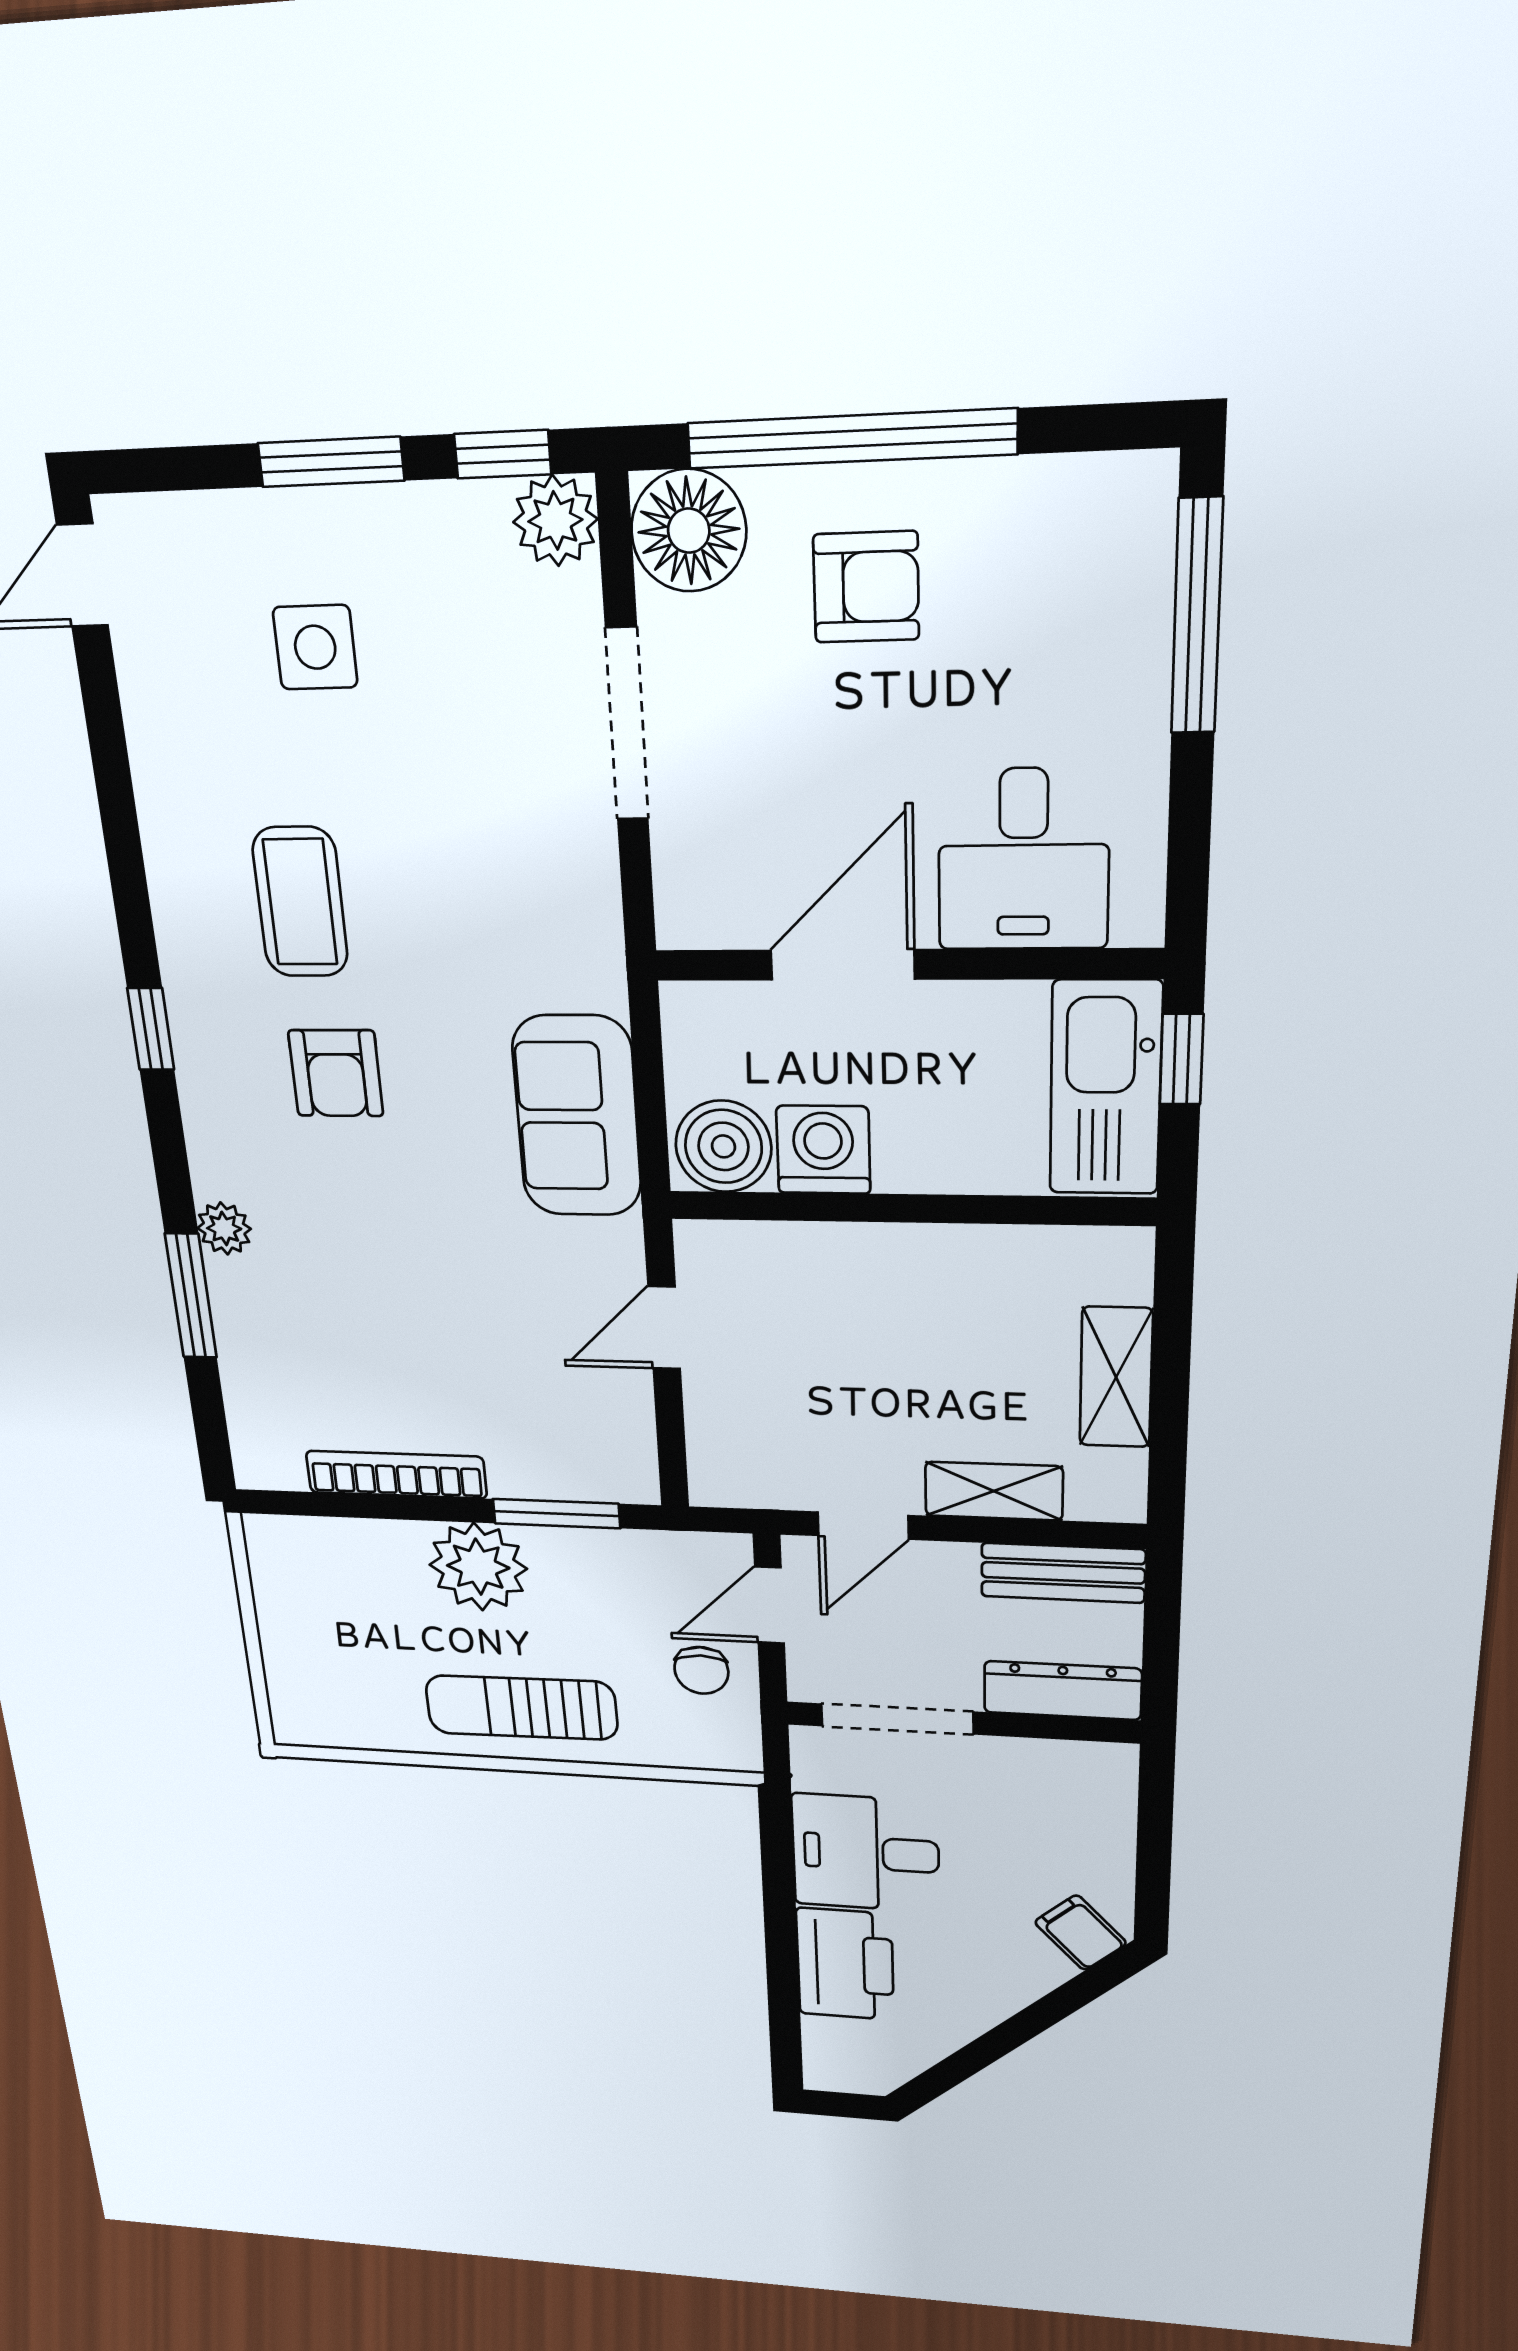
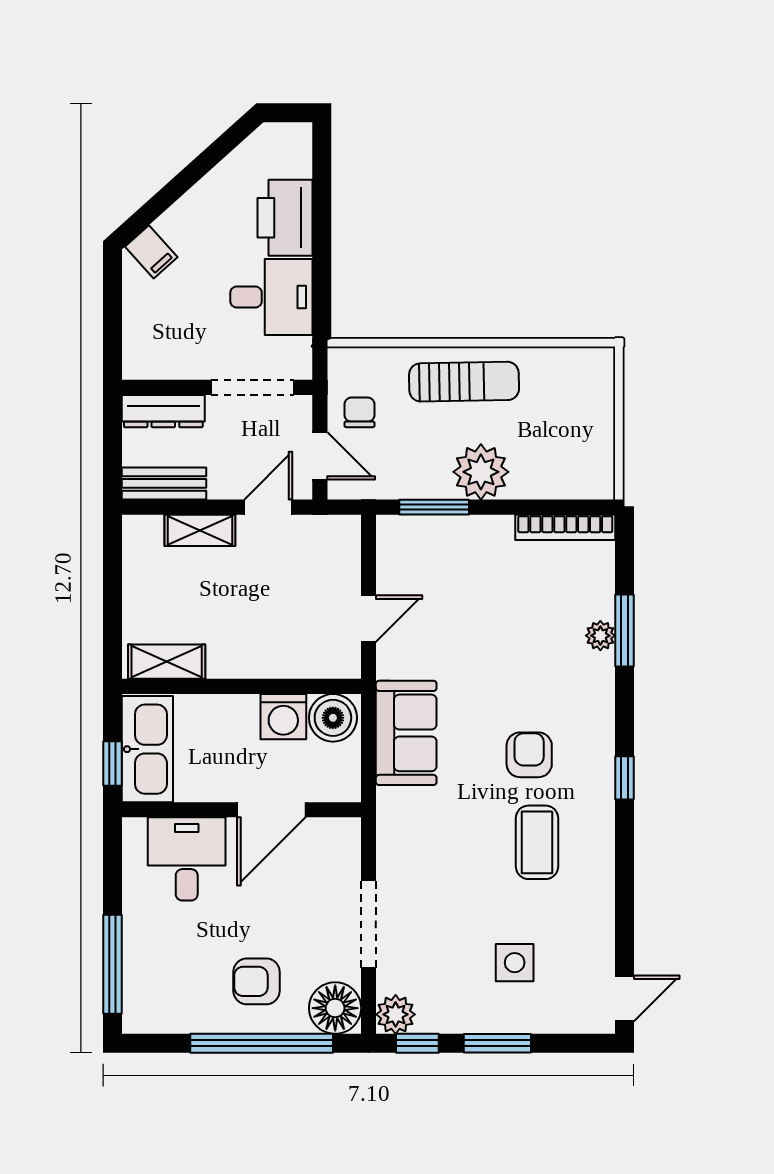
plant: (224, 1228) -> (600, 636), moved
shelving: (1116, 1377) -> (167, 662), moved, turned 90
bookcase: (396, 1475) -> (565, 527), moved
door: (770, 1605) -> (320, 456), hinge flipped

